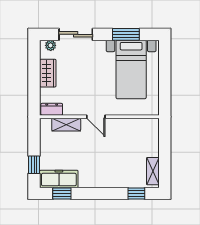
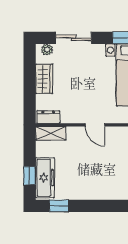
shelving: (66, 125) -> (51, 133), moved
freezer: (59, 179) -> (45, 178), moved, turned 90

